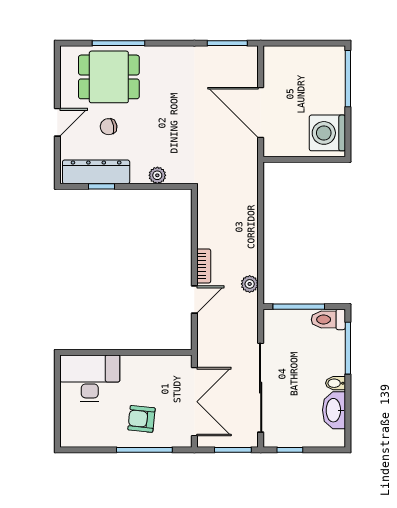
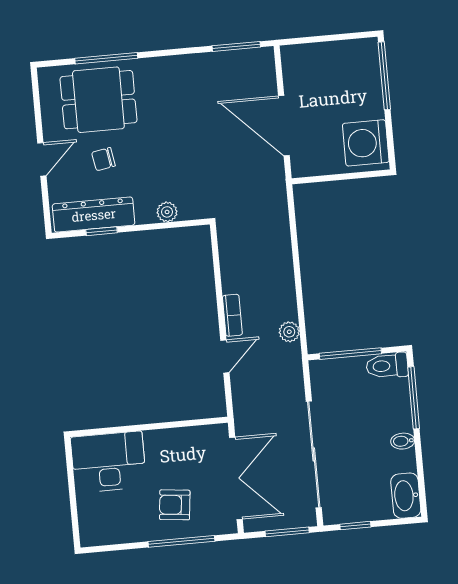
washbasin: (334, 410) -> (406, 496), moved

